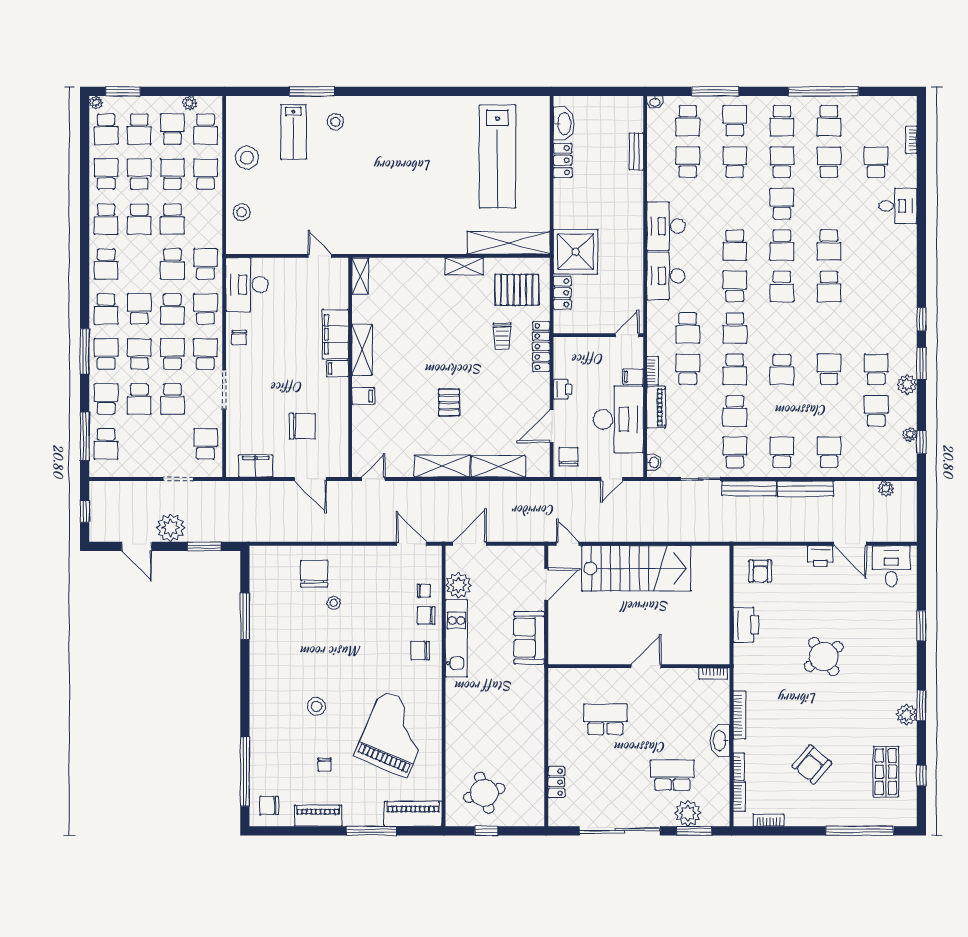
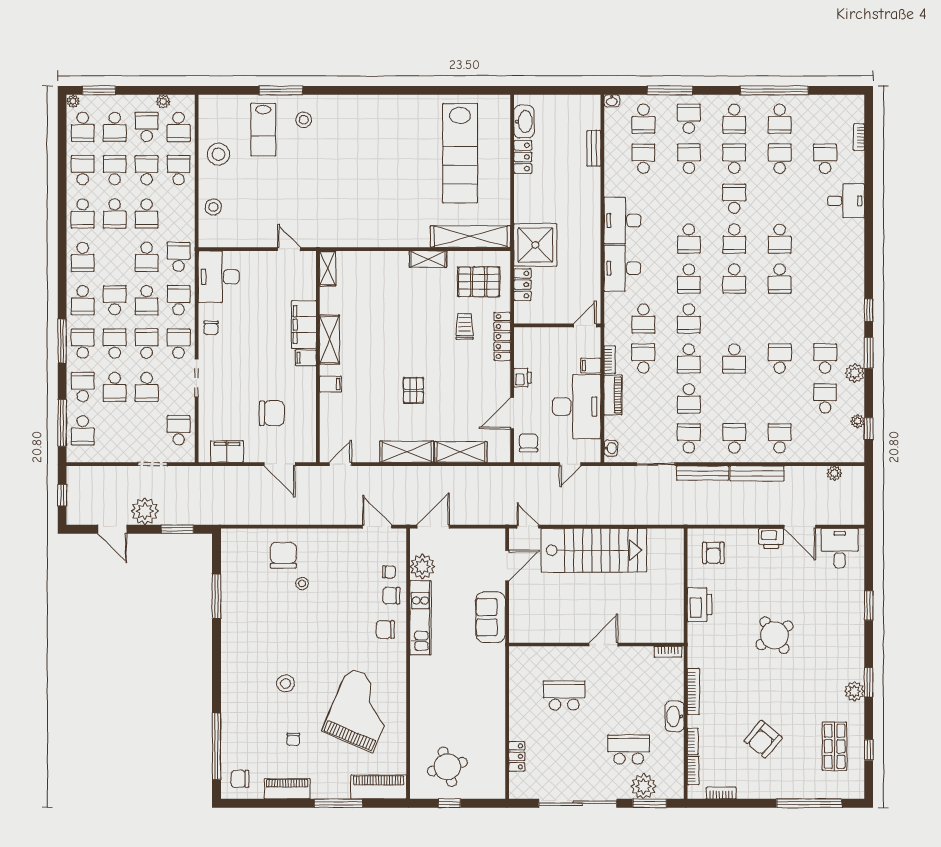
school desk: (735, 287) -> (689, 279), turned 180
trolley: (502, 336) -> (465, 326), turned 180

